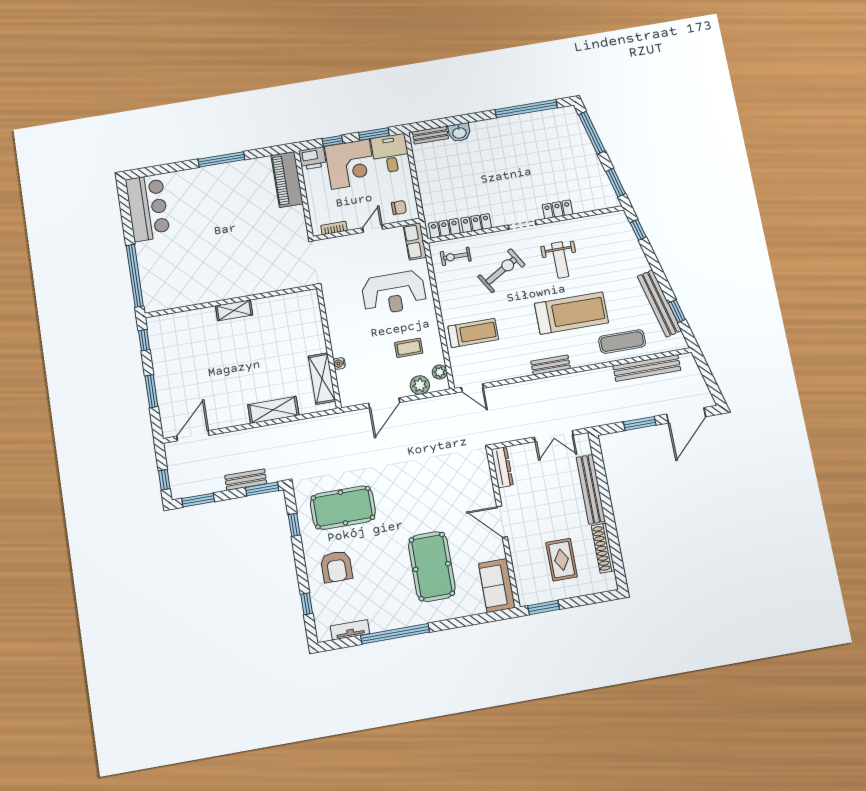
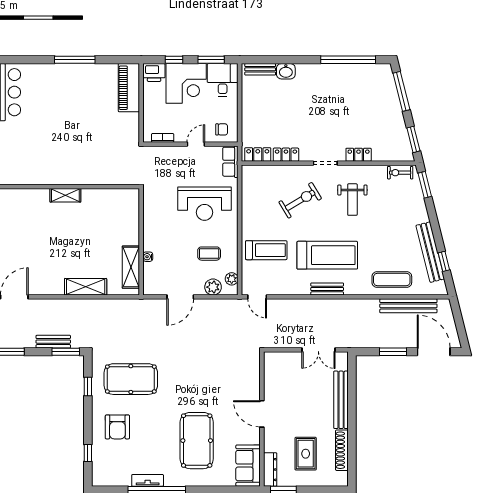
window: (638, 230) -> (425, 185), width x1.50
exercise bike: (456, 256) -> (400, 173), moved
treadmill: (571, 313) -> (327, 255), moved
door: (686, 415) -> (434, 352), swing flipped
dresser: (502, 467) -> (270, 470), moved
tv unit: (350, 630) -> (148, 480), moved

